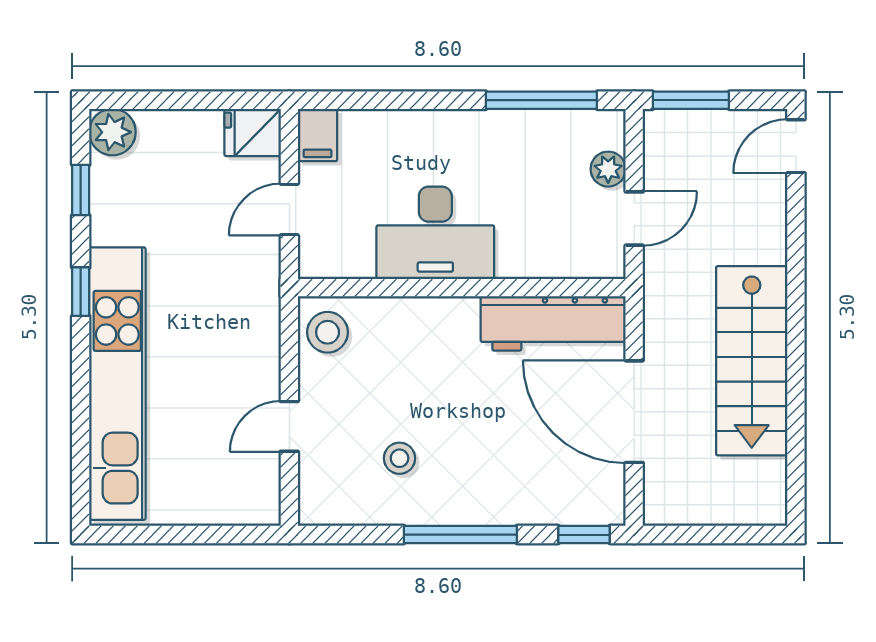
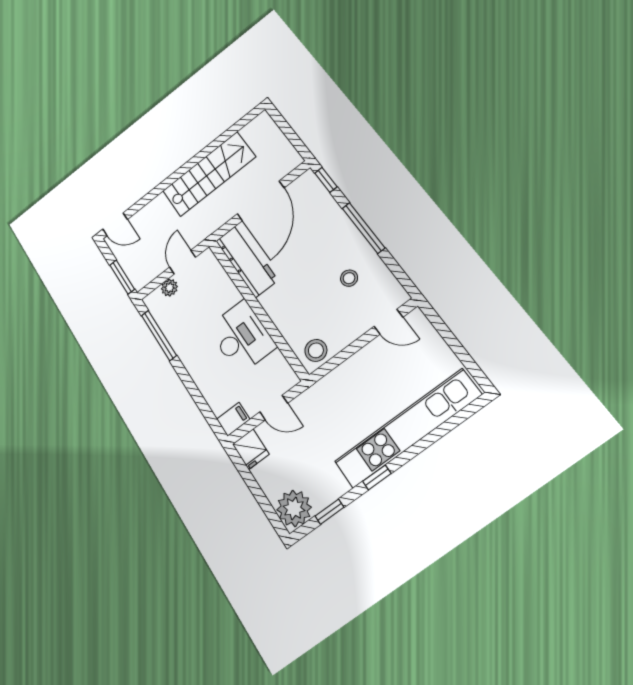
plant: (112, 132) -> (294, 508), width x1.36, depth x1.36
door: (634, 219) -> (183, 262), hinge flipped
door: (289, 426) -> (388, 322), moved

